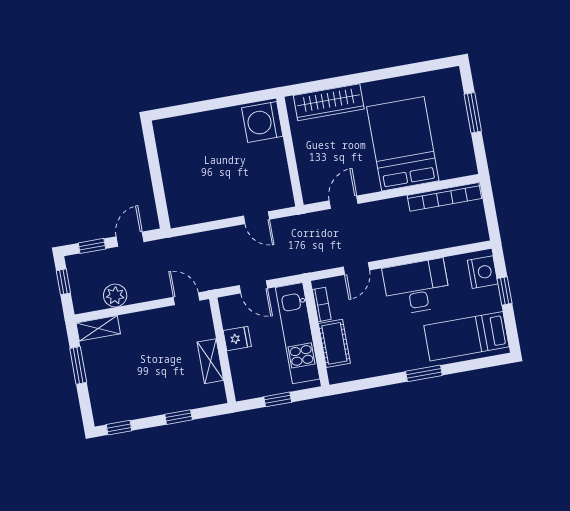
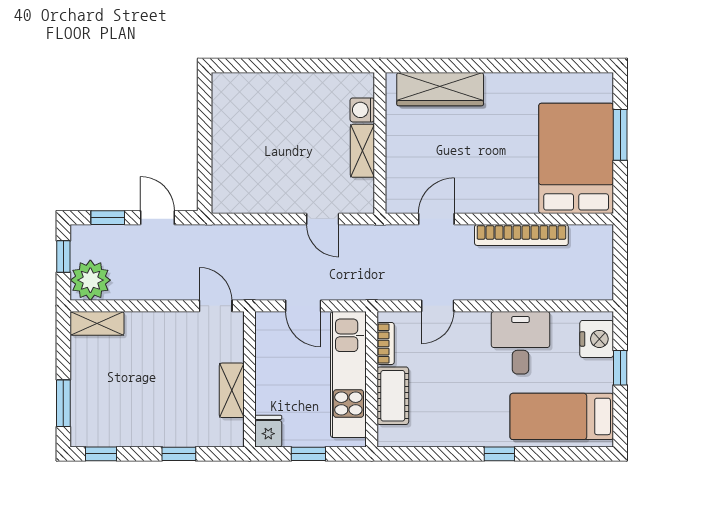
washing machine: (262, 122) -> (362, 110), width x0.53, depth x0.53
bed: (403, 144) -> (576, 158), moved
shelving: (278, 160) -> (362, 151), added
bookcase: (444, 197) -> (521, 235), moved
door: (130, 239) -> (158, 218), hinge flipped
desk: (417, 287) -> (520, 343), width x0.73
plant: (115, 295) -> (90, 280), moved, width x1.36, depth x1.36
fridge: (237, 339) -> (268, 431), moved, turned -90
window: (78, 365) -> (63, 403), moved
window: (424, 373) -> (499, 454), width x0.67

